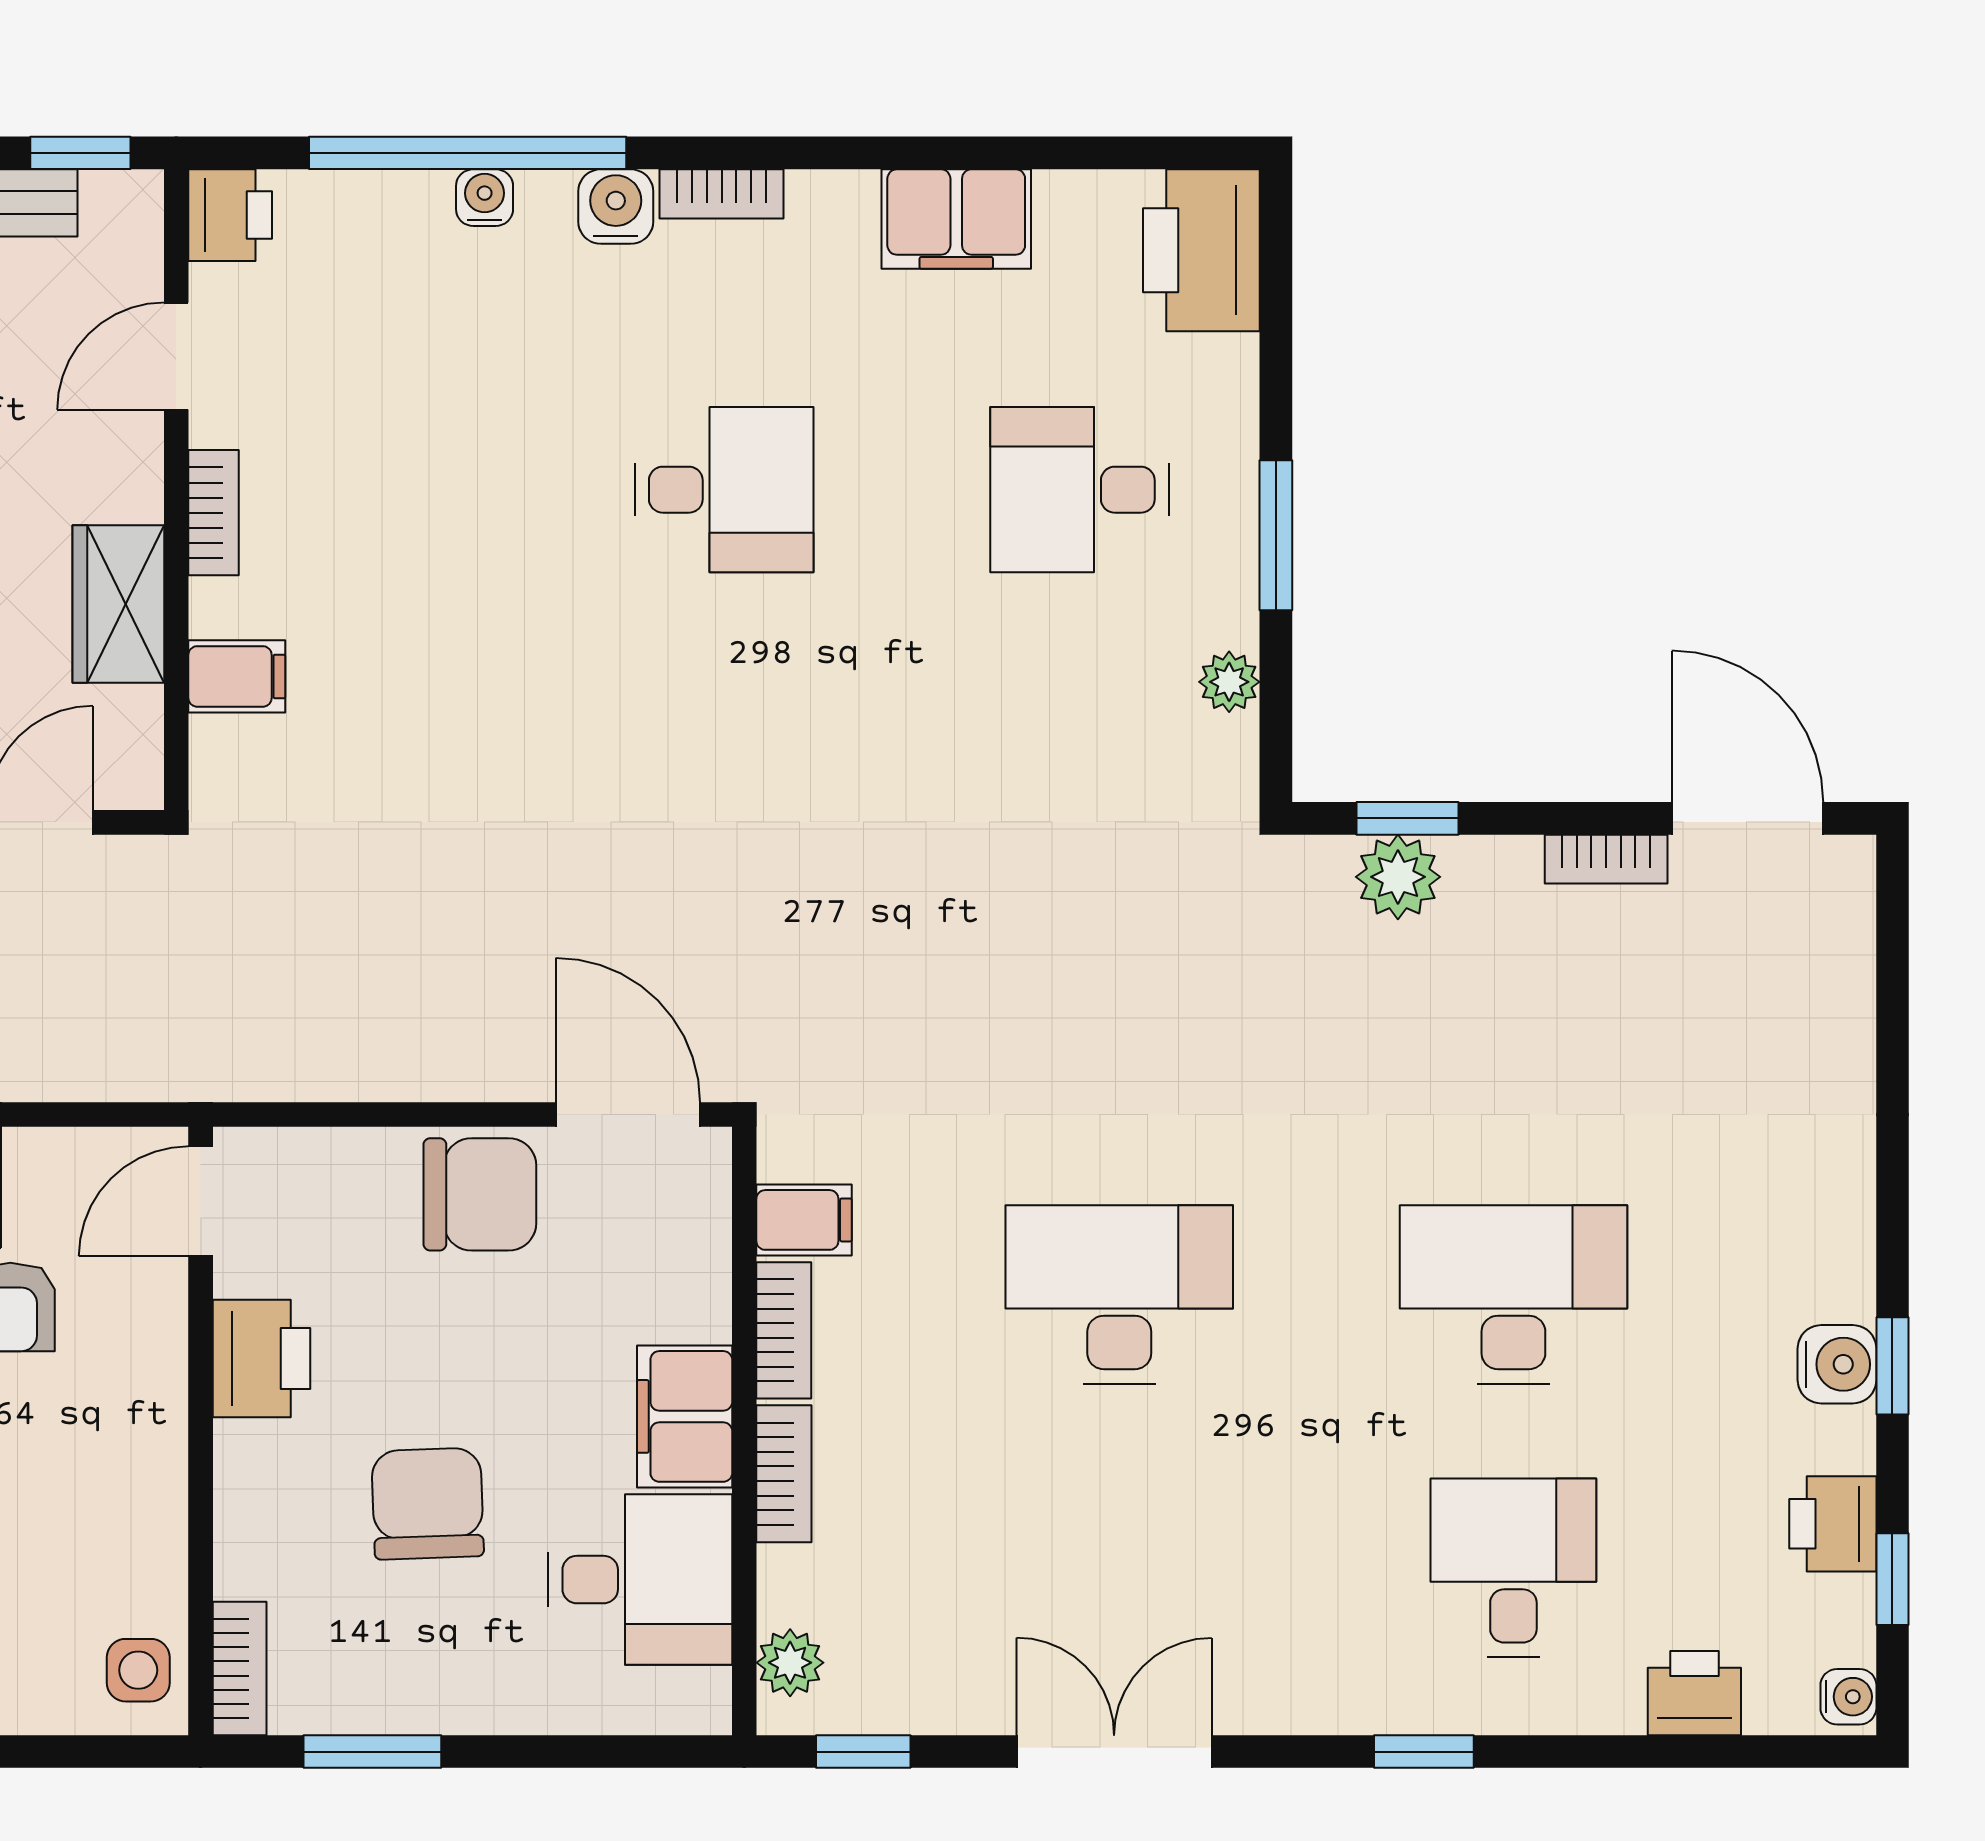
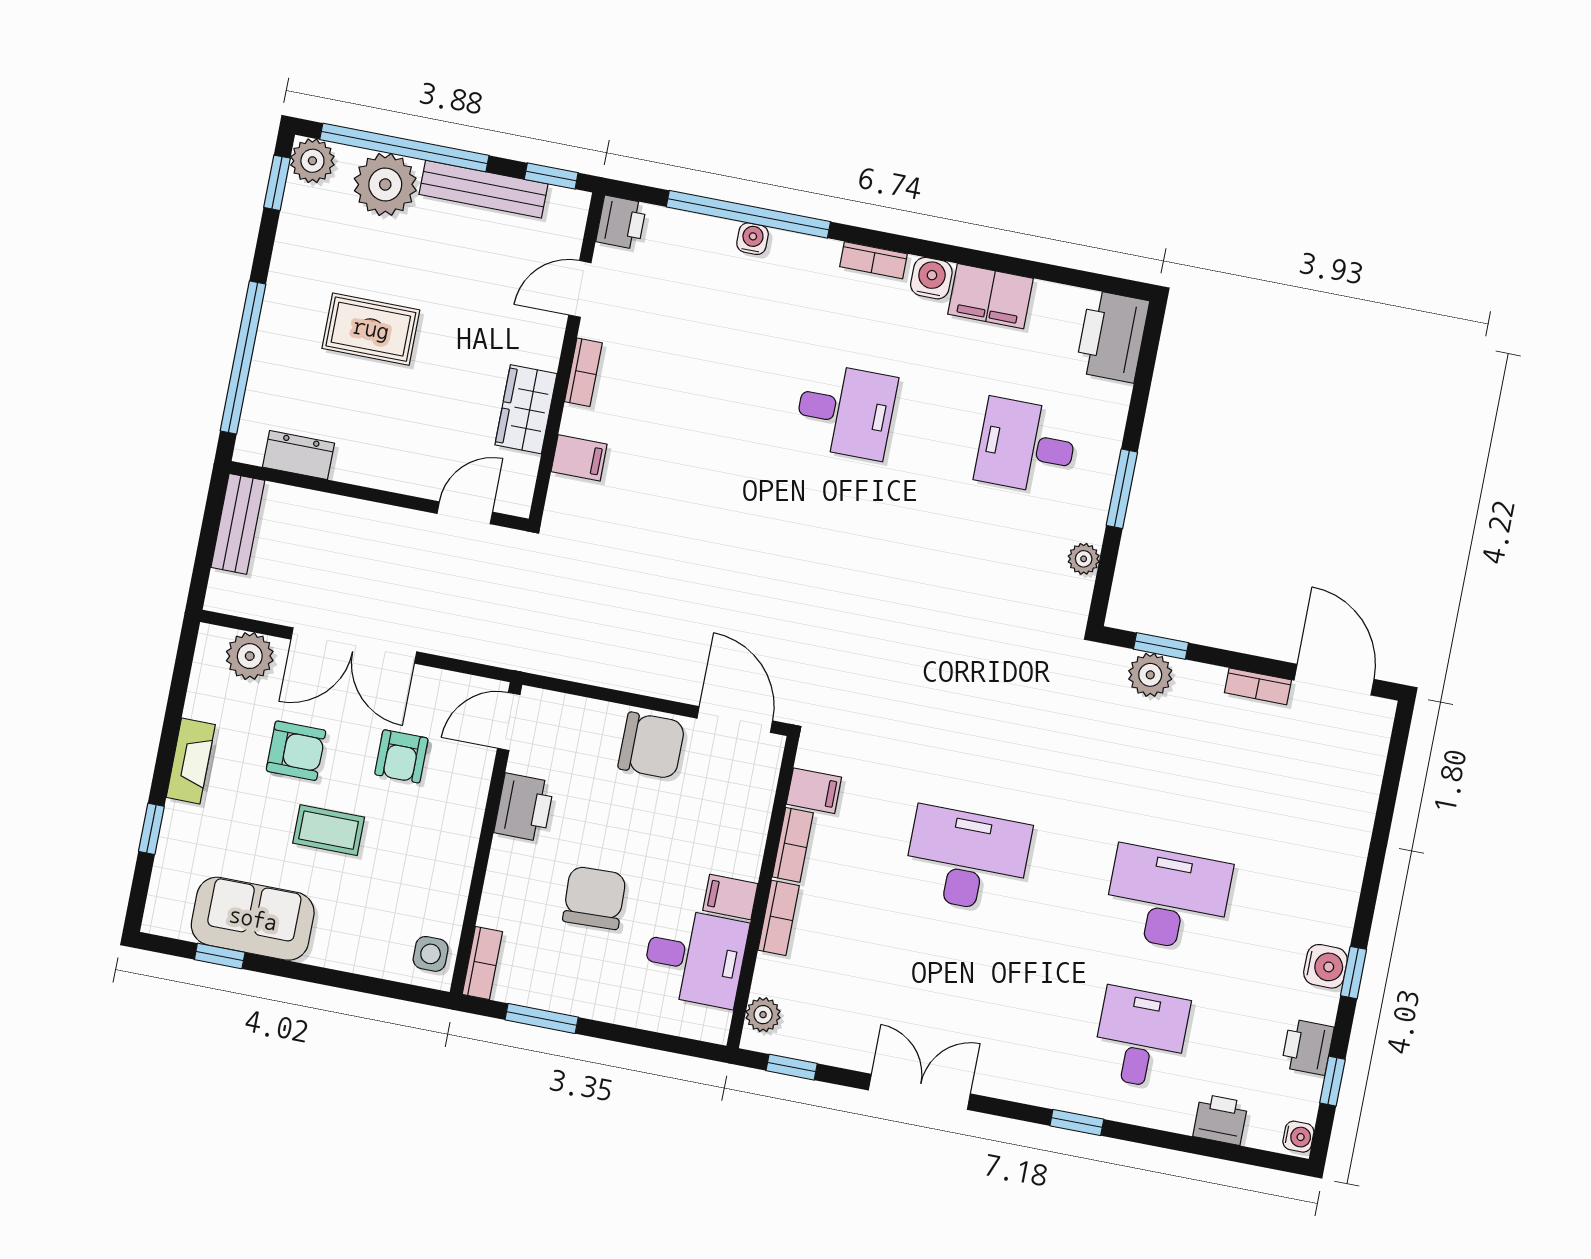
water cooler: (616, 207) -> (931, 278), moved
filing cabinet: (685, 1416) -> (730, 897), width x0.50

